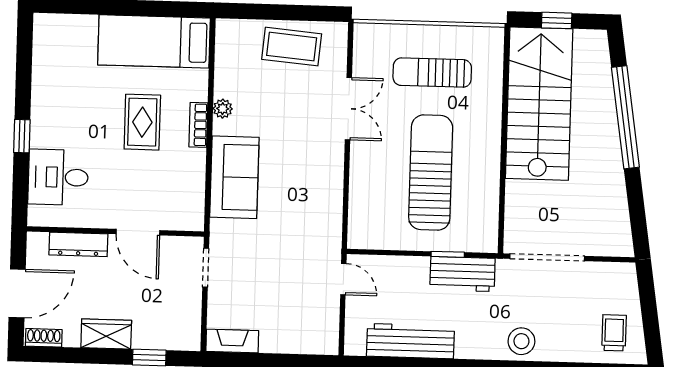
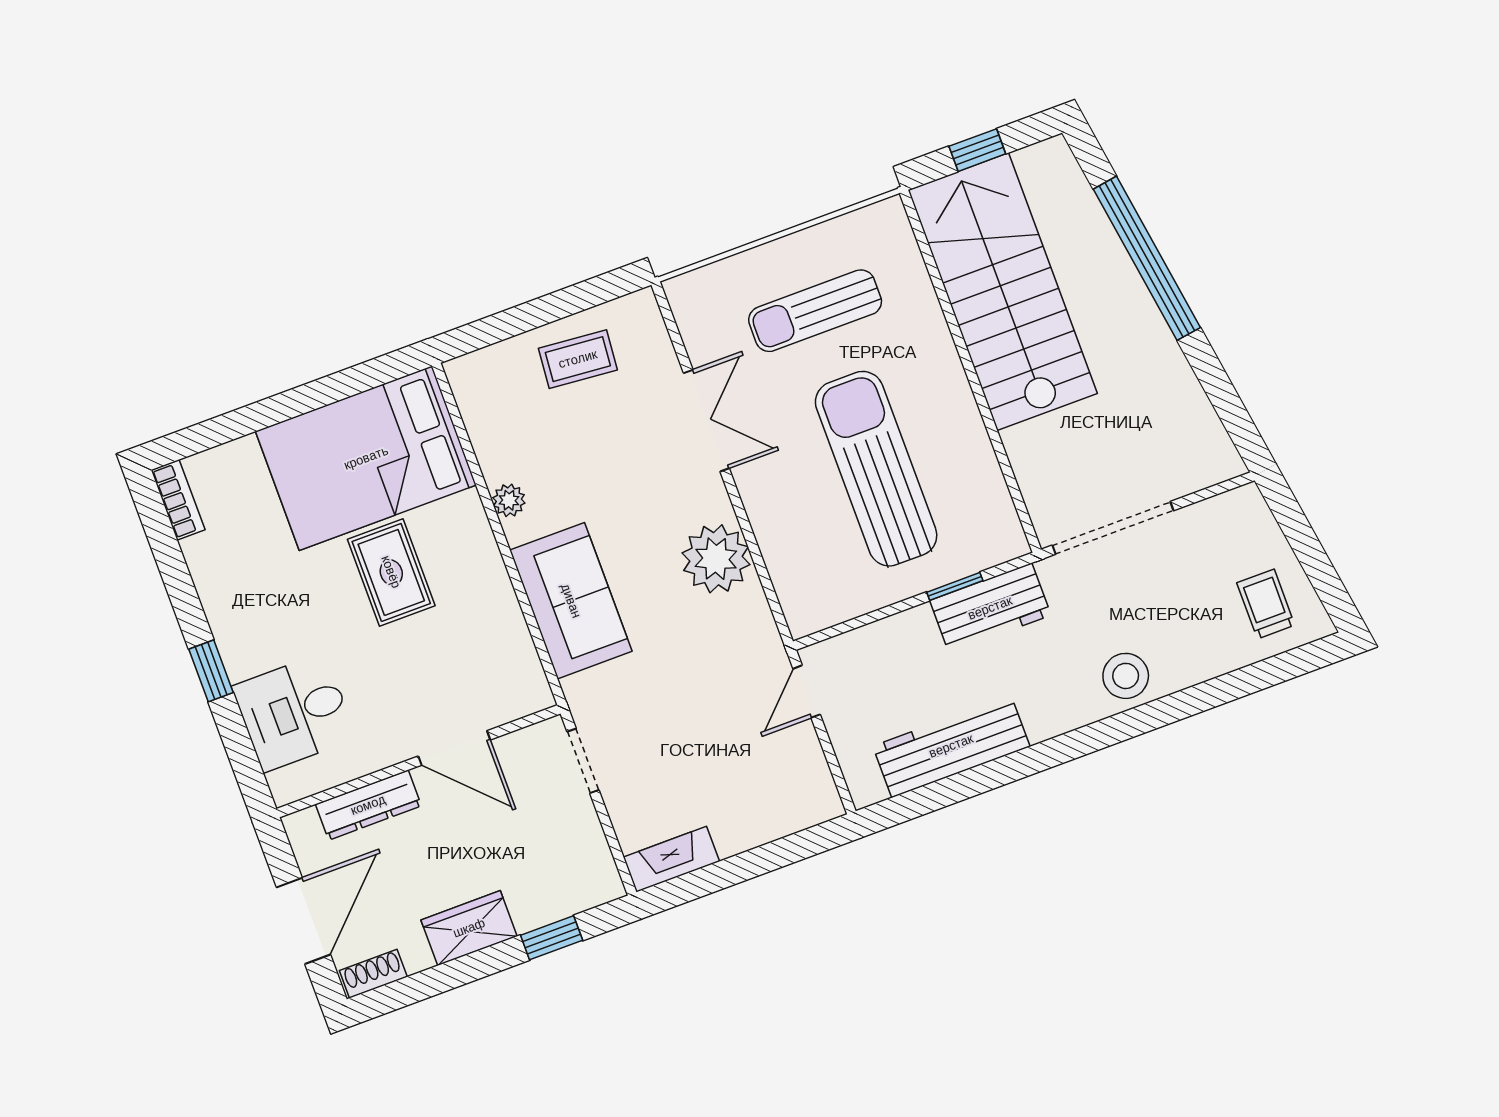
bed: (154, 41) -> (366, 458), width x1.50
coffee table: (292, 47) -> (578, 359), width x0.73, depth x0.77
bookcase: (198, 125) -> (178, 500), moved, turned 180
plant: (323, 186) -> (716, 559), added
door: (343, 279) -> (807, 692), swing flipped

